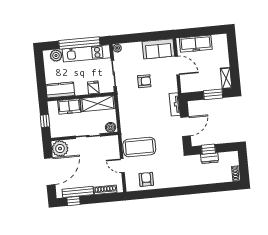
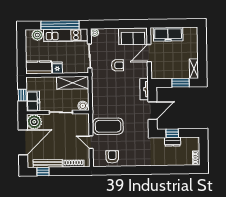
door: (177, 65) -> (149, 53), swing flipped
fridge: (93, 88) -> (57, 68), moved
freezer: (69, 106) -> (33, 101), moved, turned -90

